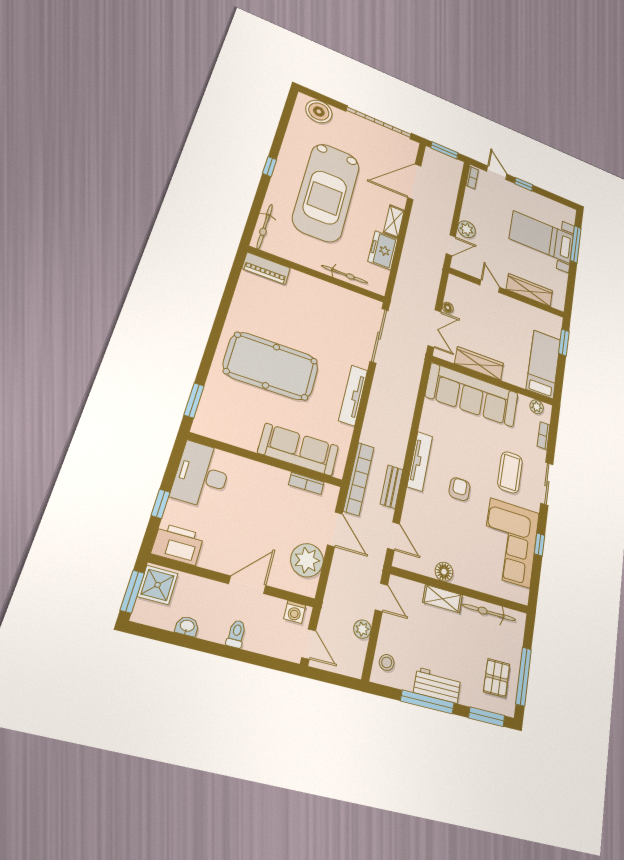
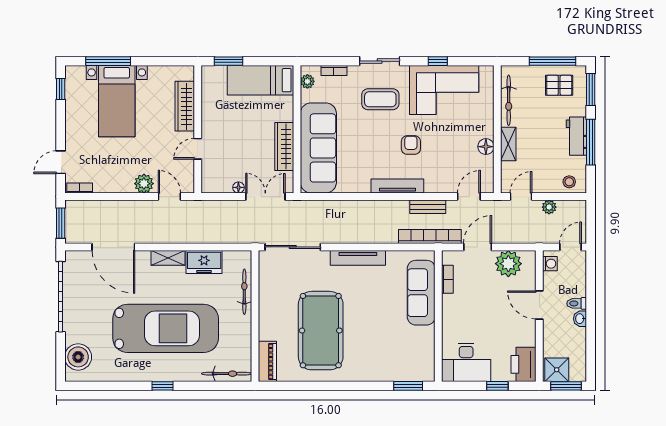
window: (524, 184) -> (61, 89), moved
pool table: (271, 366) -> (321, 331), moved
armchair: (460, 489) -> (411, 145), turned 90
washbasin: (187, 626) -> (580, 319), moved

